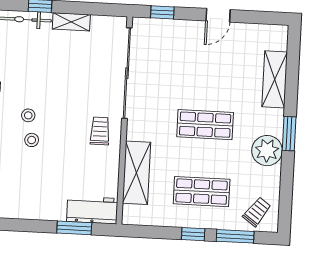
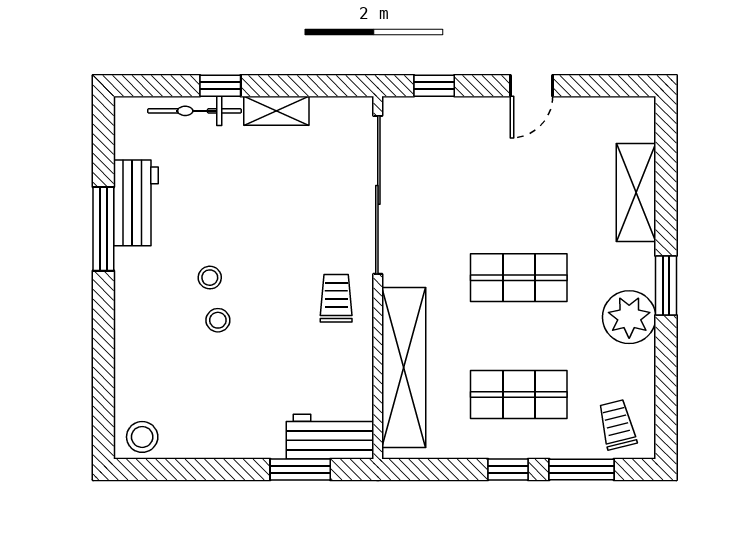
shelving: (137, 173) -> (404, 368), width x1.47
trolley: (257, 212) -> (617, 425), turned -50

